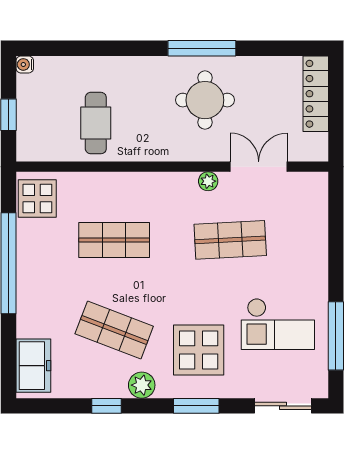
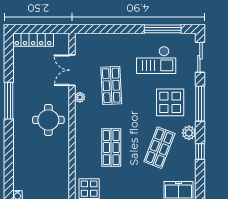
round table: (205, 100) -> (48, 120), moved
cafe table: (96, 123) -> (49, 157), removed
checkout: (278, 324) -> (156, 60), turned 90
window: (196, 406) -> (200, 104), width x1.44

